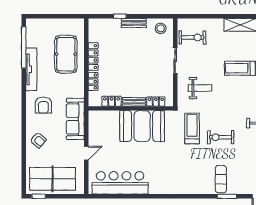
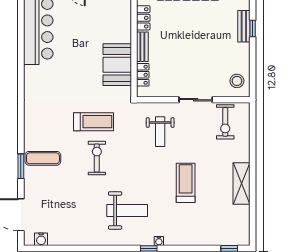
bench: (134, 23) -> (244, 26), moved
booth: (142, 126) -> (117, 65), width x0.73, depth x0.70
treadmill: (192, 128) -> (93, 122), moved

